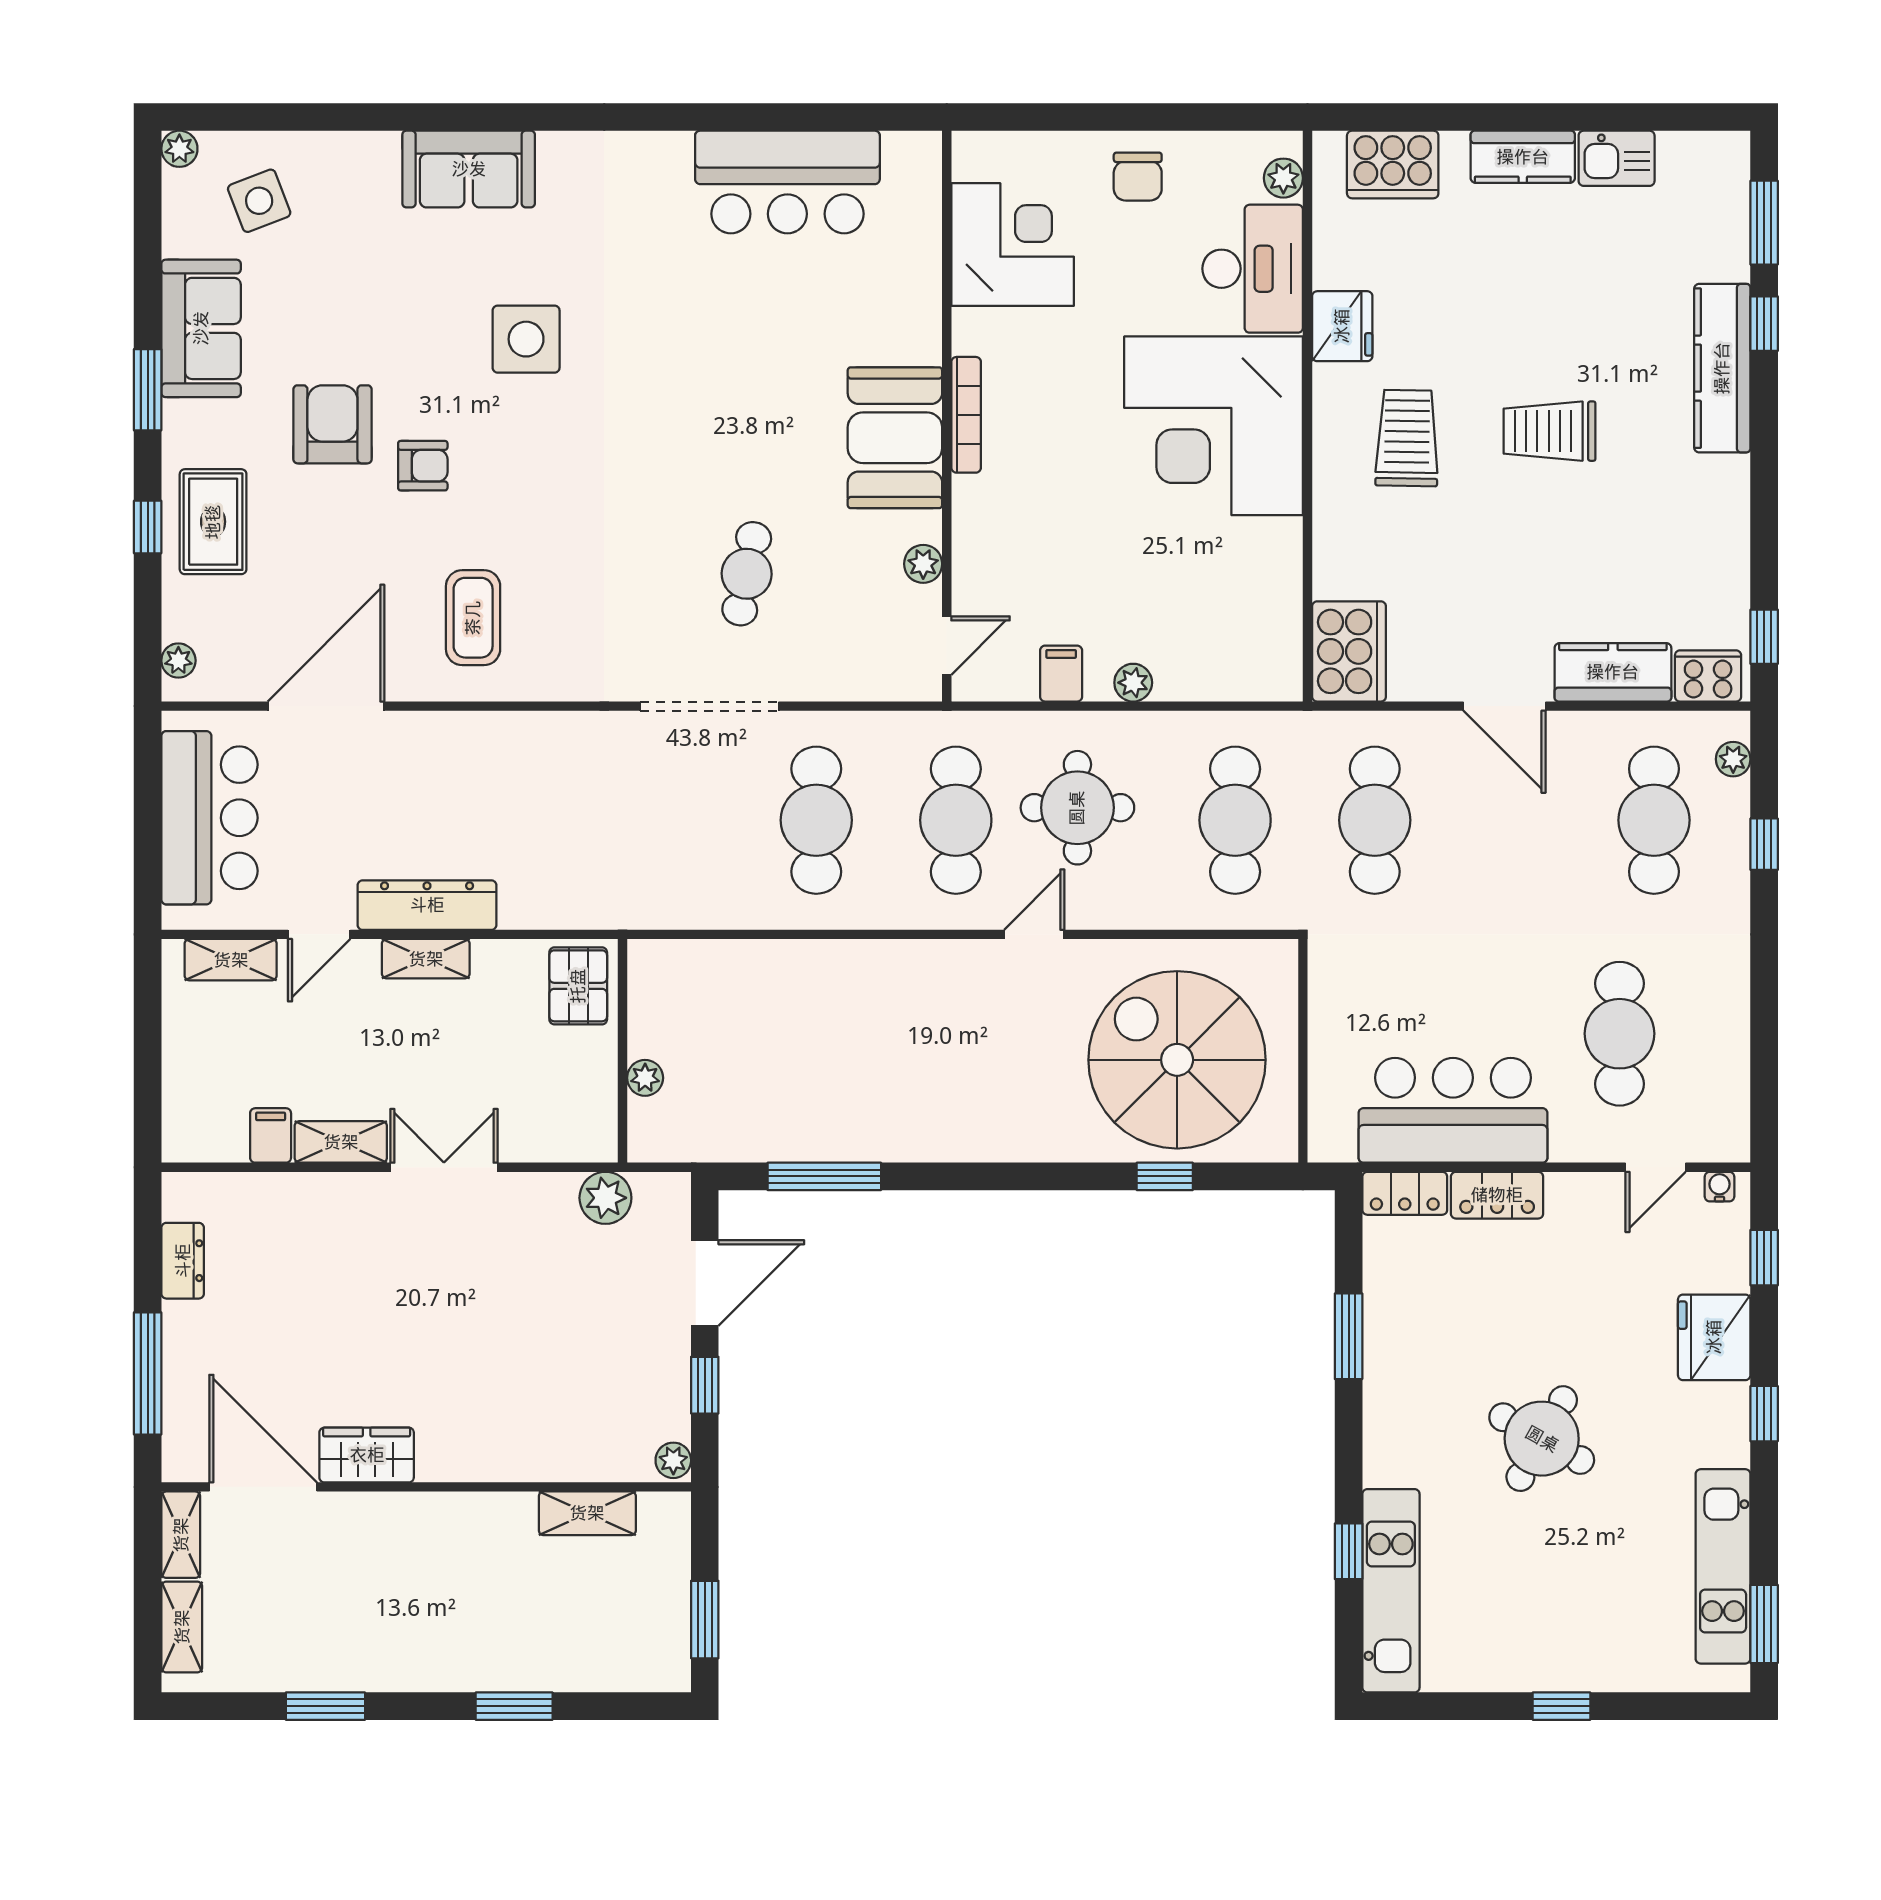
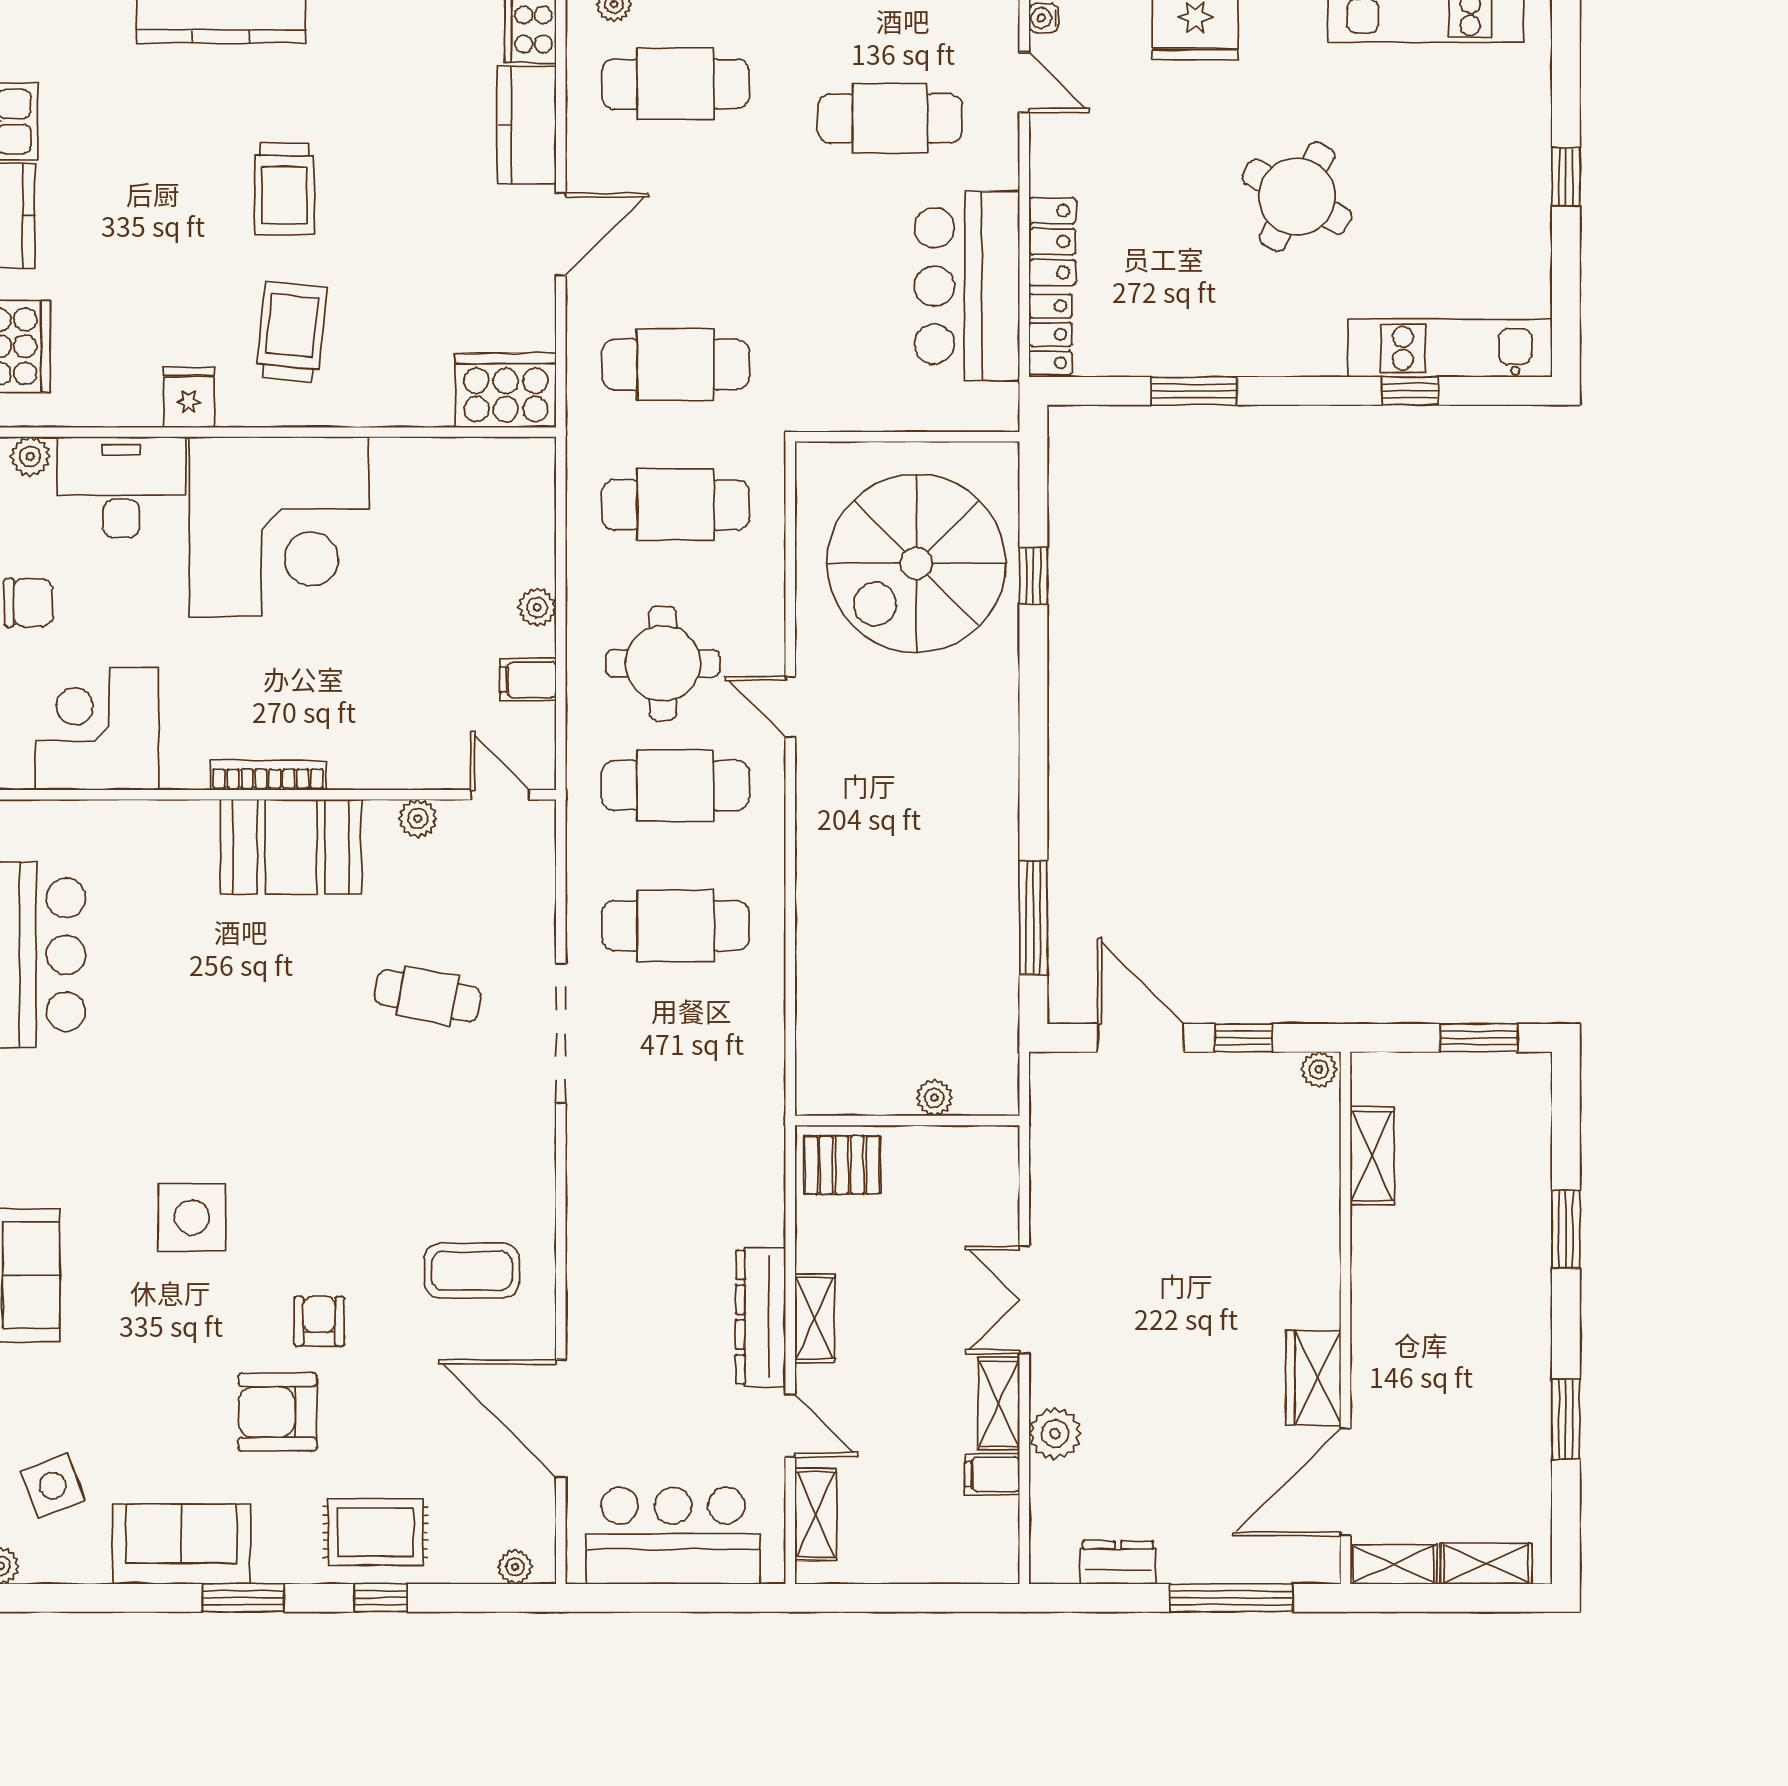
fridge: (1342, 326) -> (189, 397), width x0.72
trolley: (1407, 438) -> (291, 332), turned 95
plant: (605, 1198) -> (1055, 1434), moved

